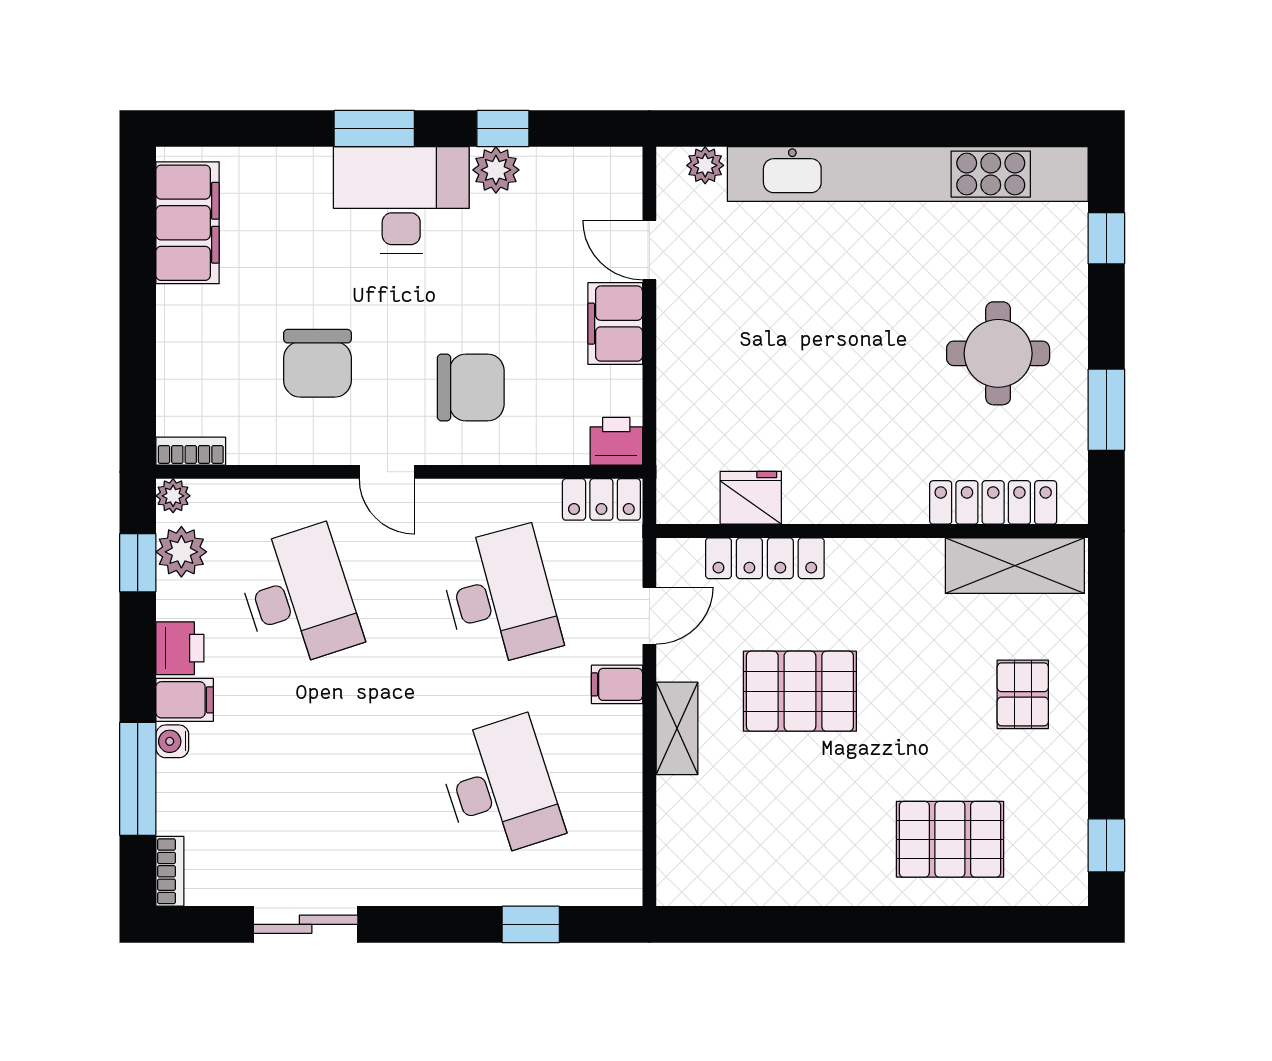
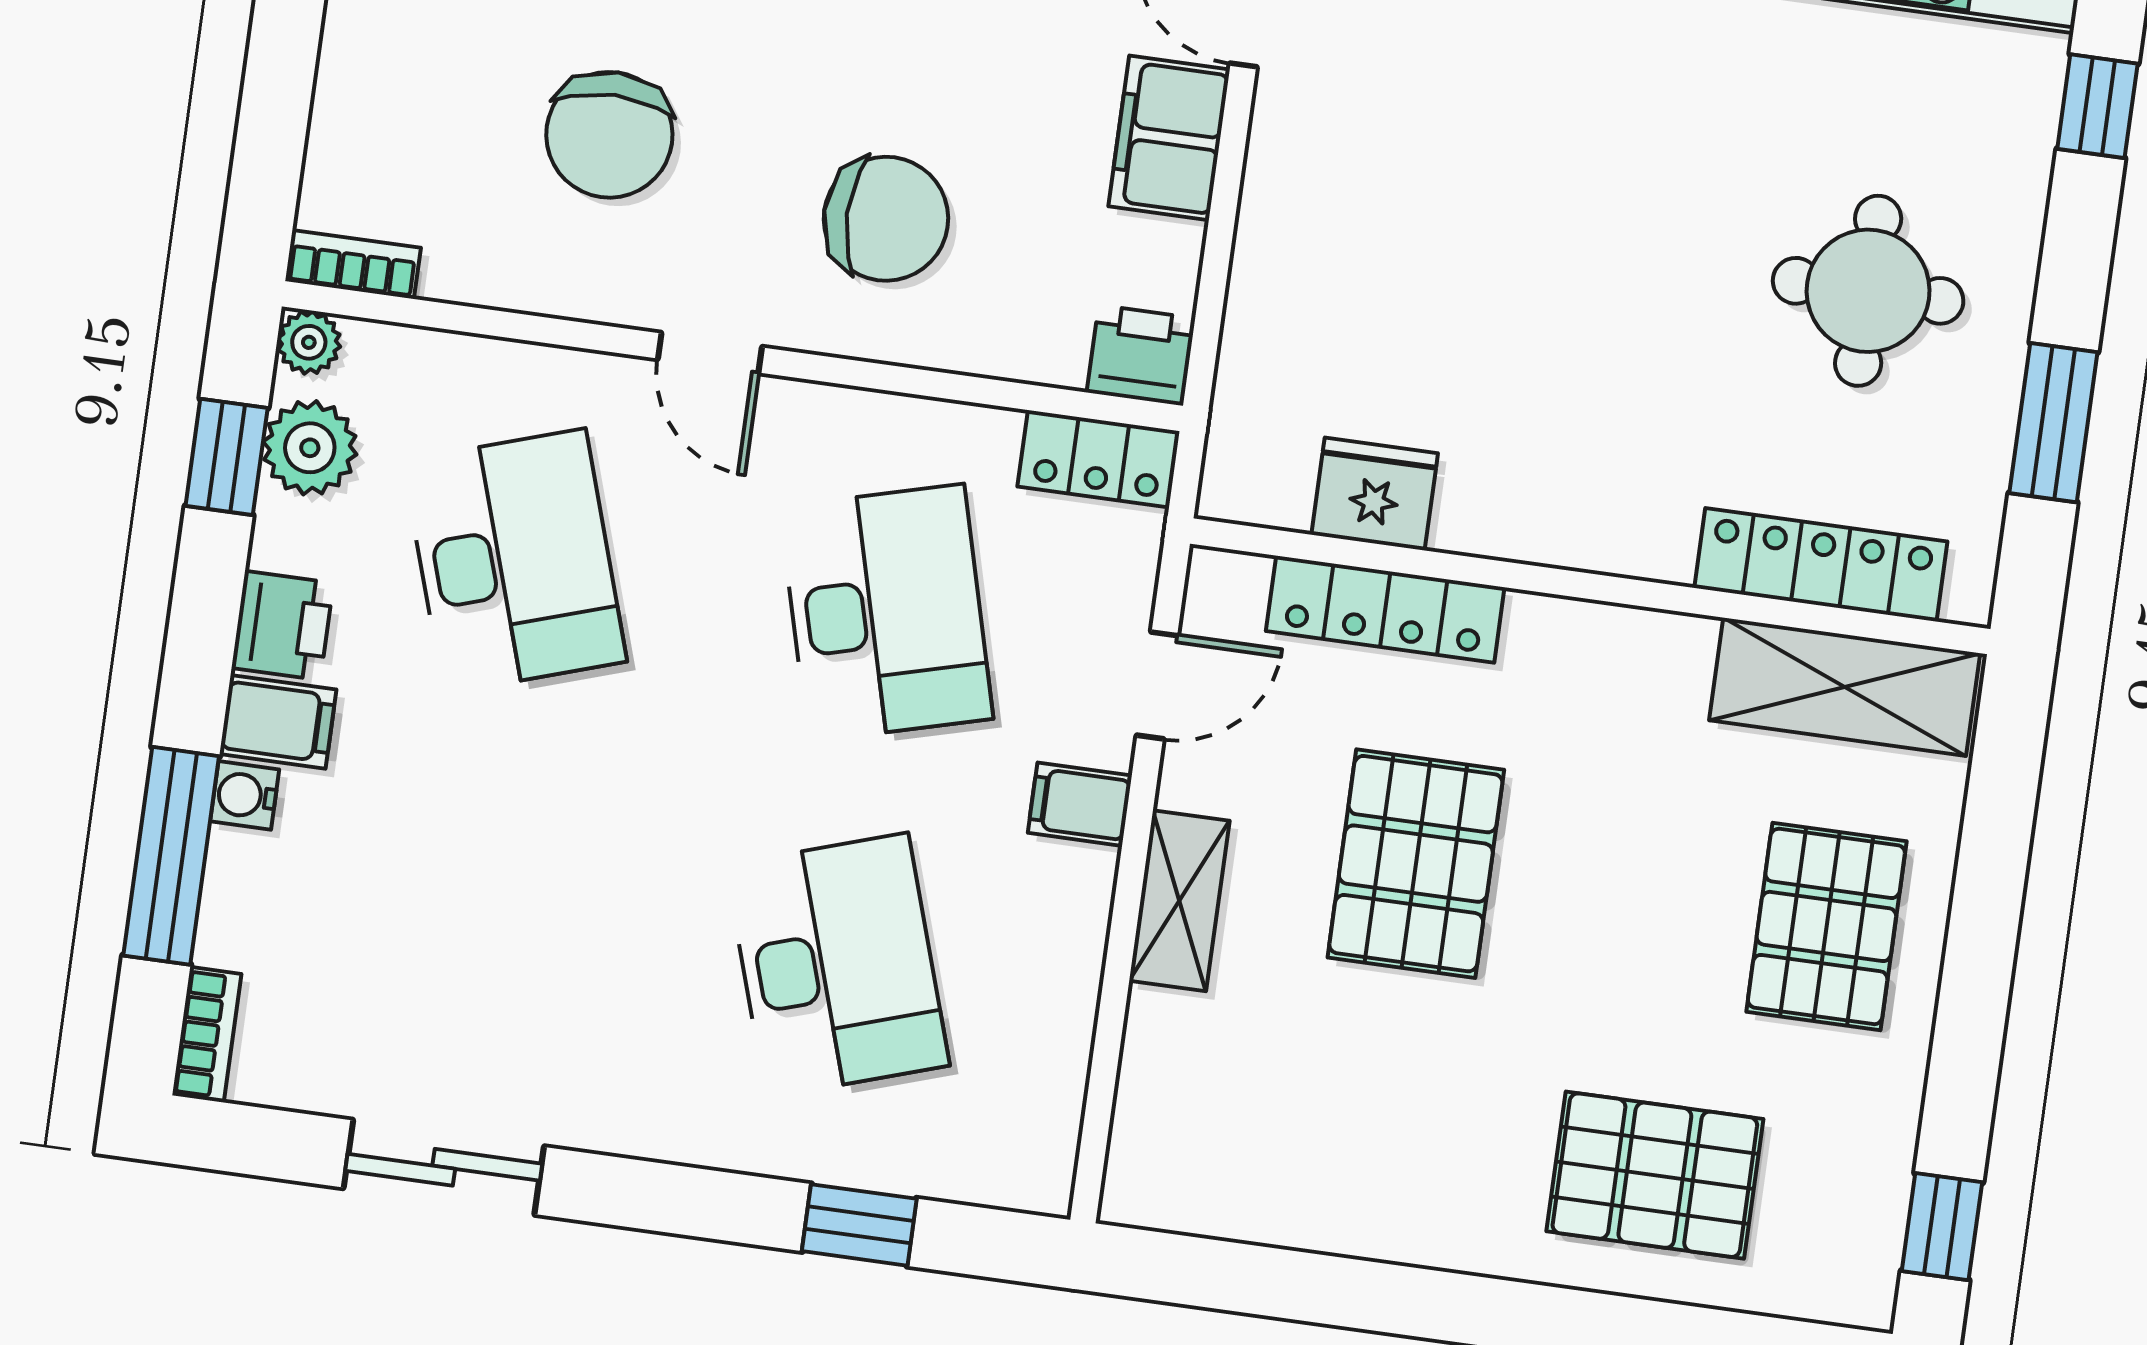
pallet: (800, 691) -> (1416, 864), turned 90
pallet: (1023, 694) -> (1826, 926), width x1.50, depth x1.42

